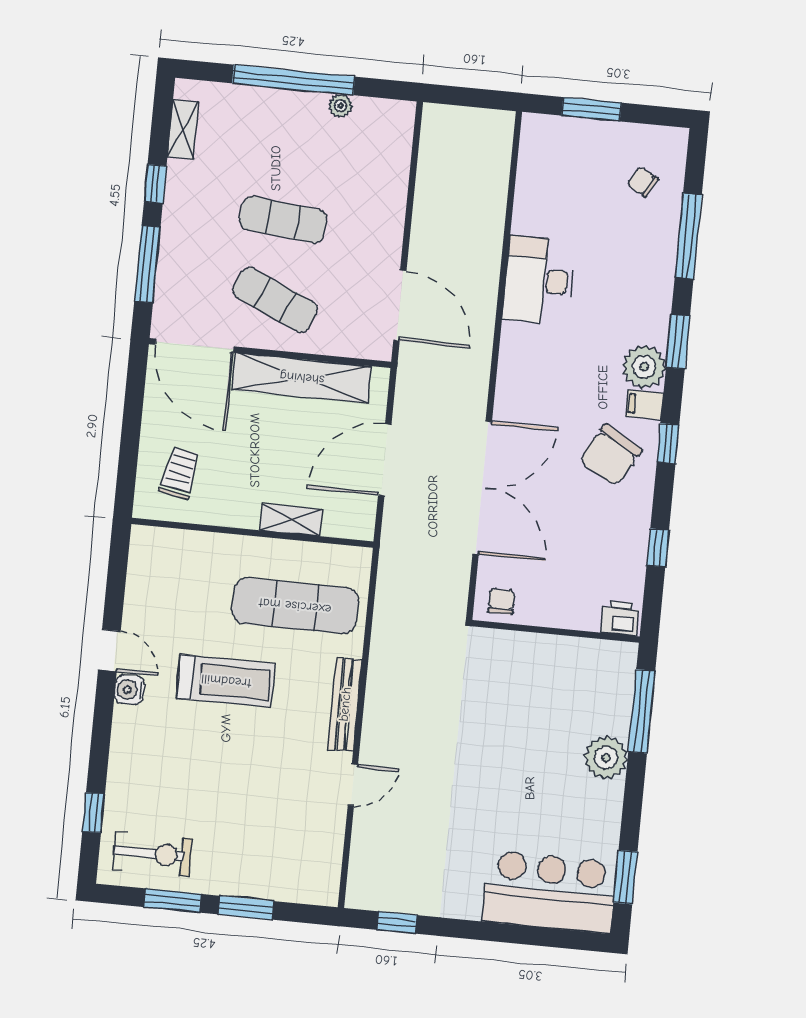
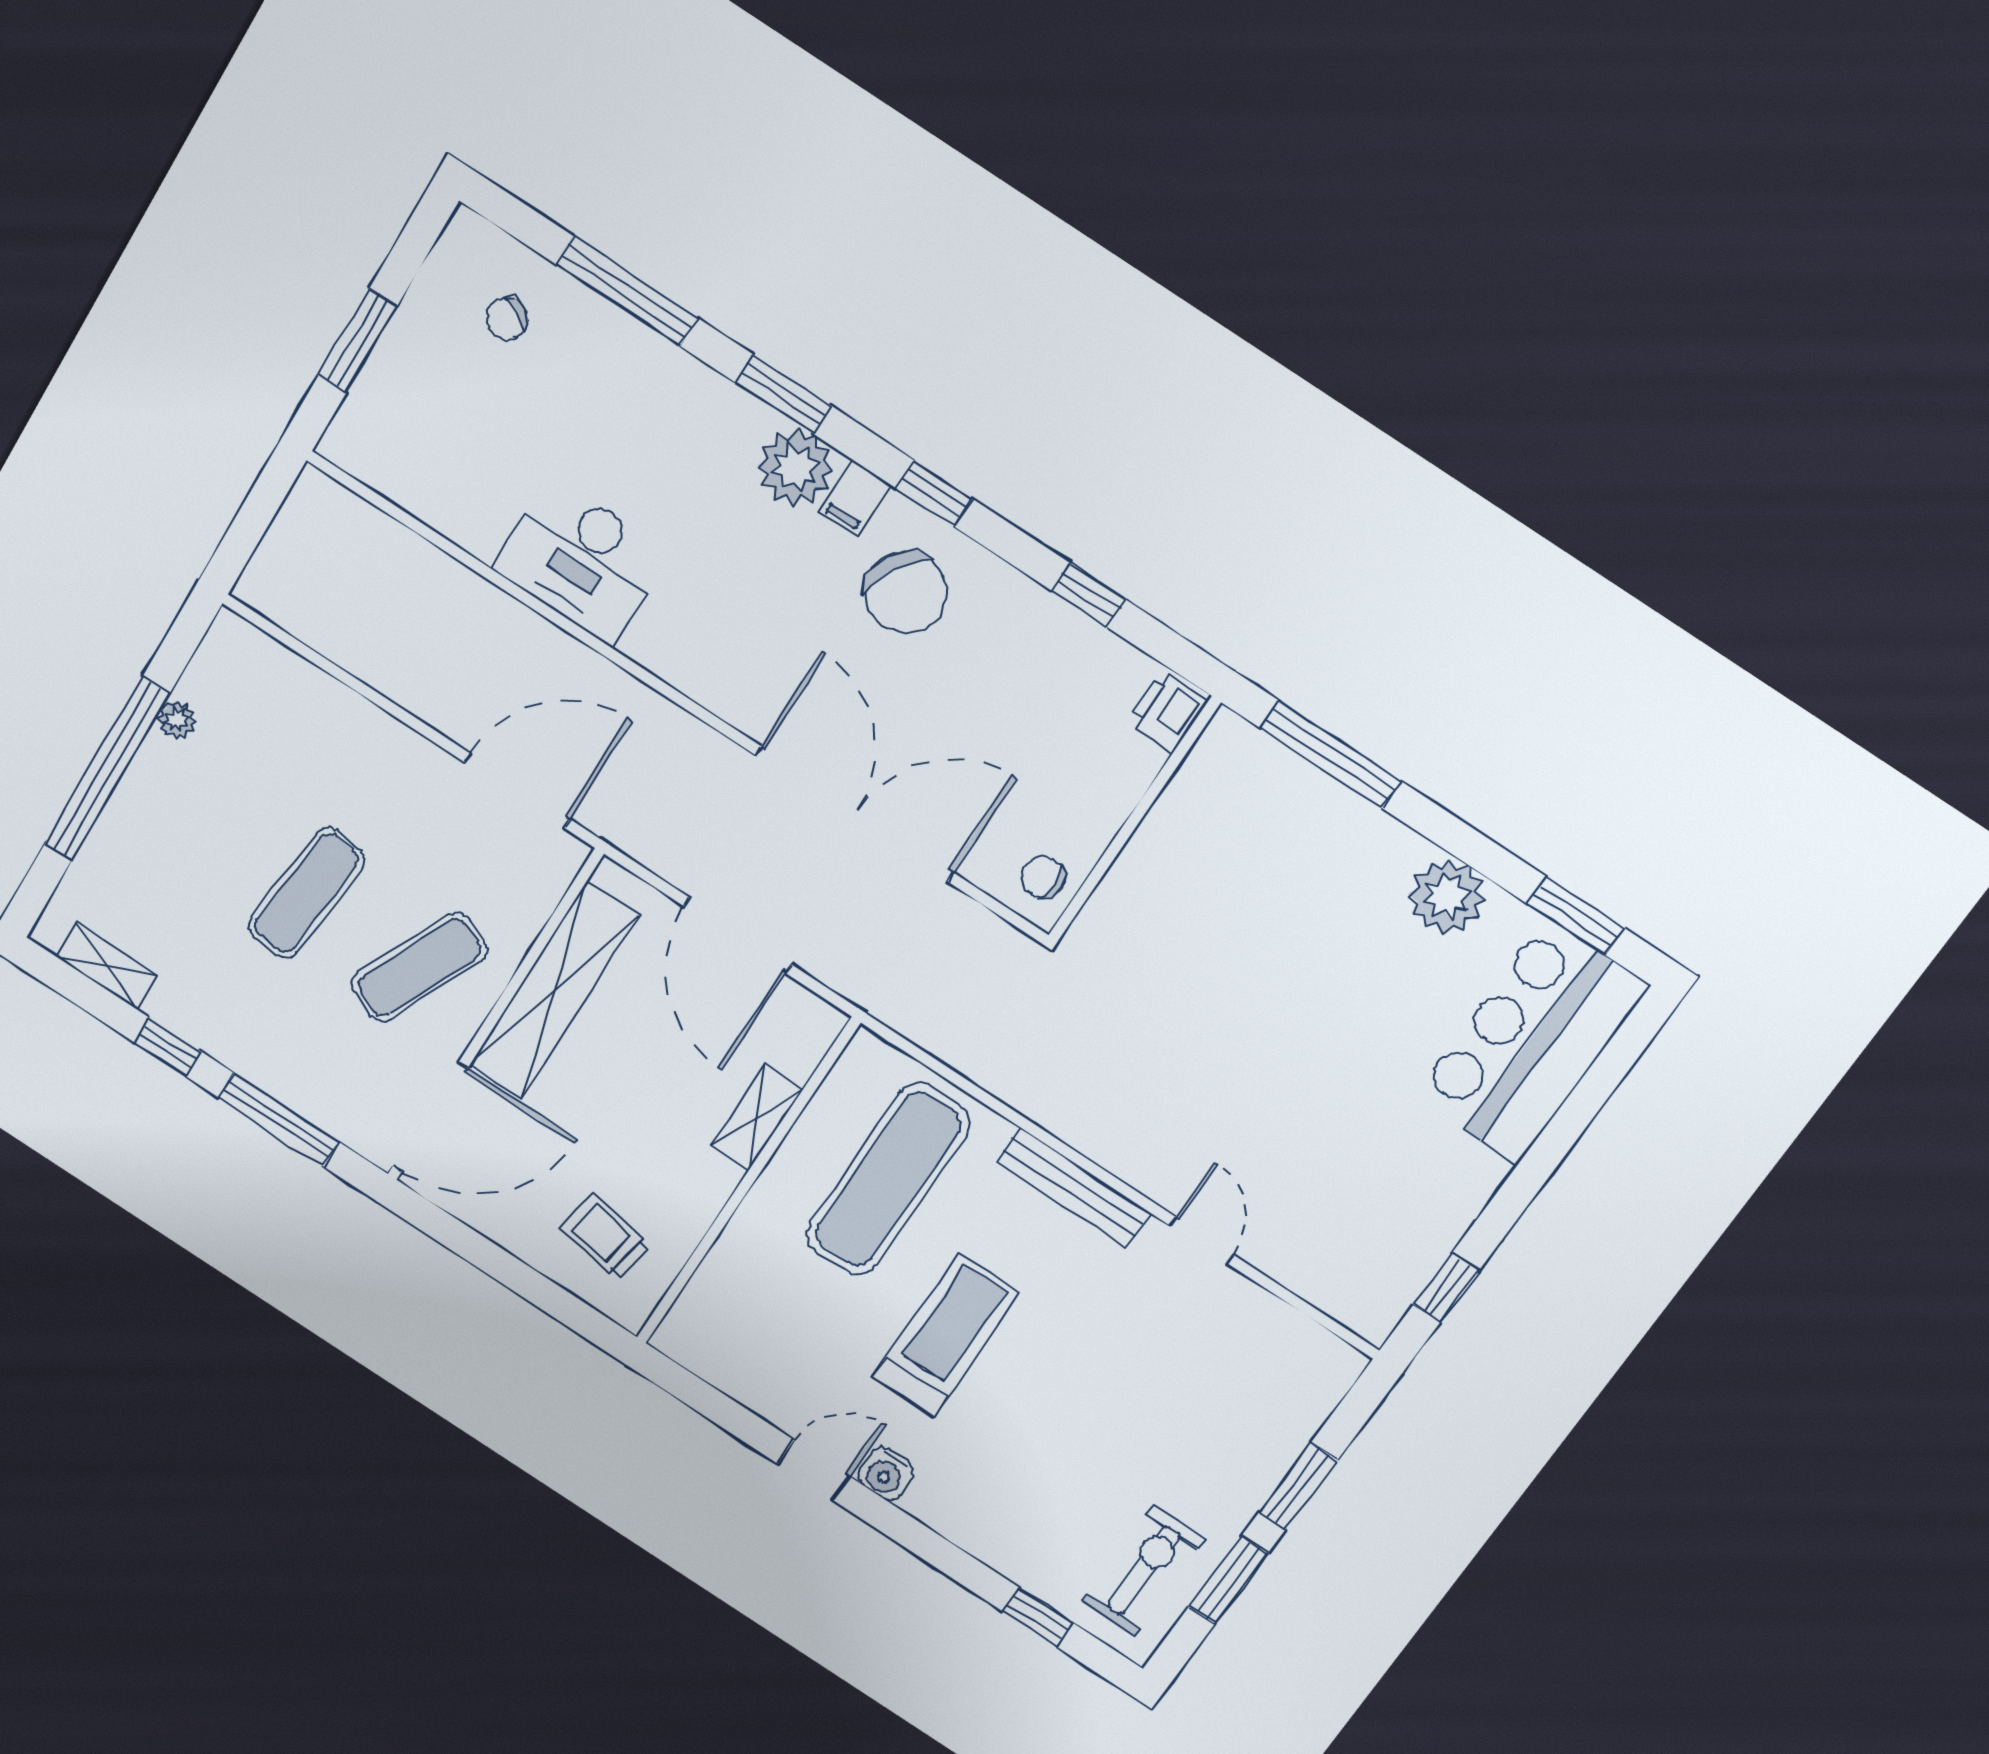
plant: (606, 758) -> (1447, 897), moved

